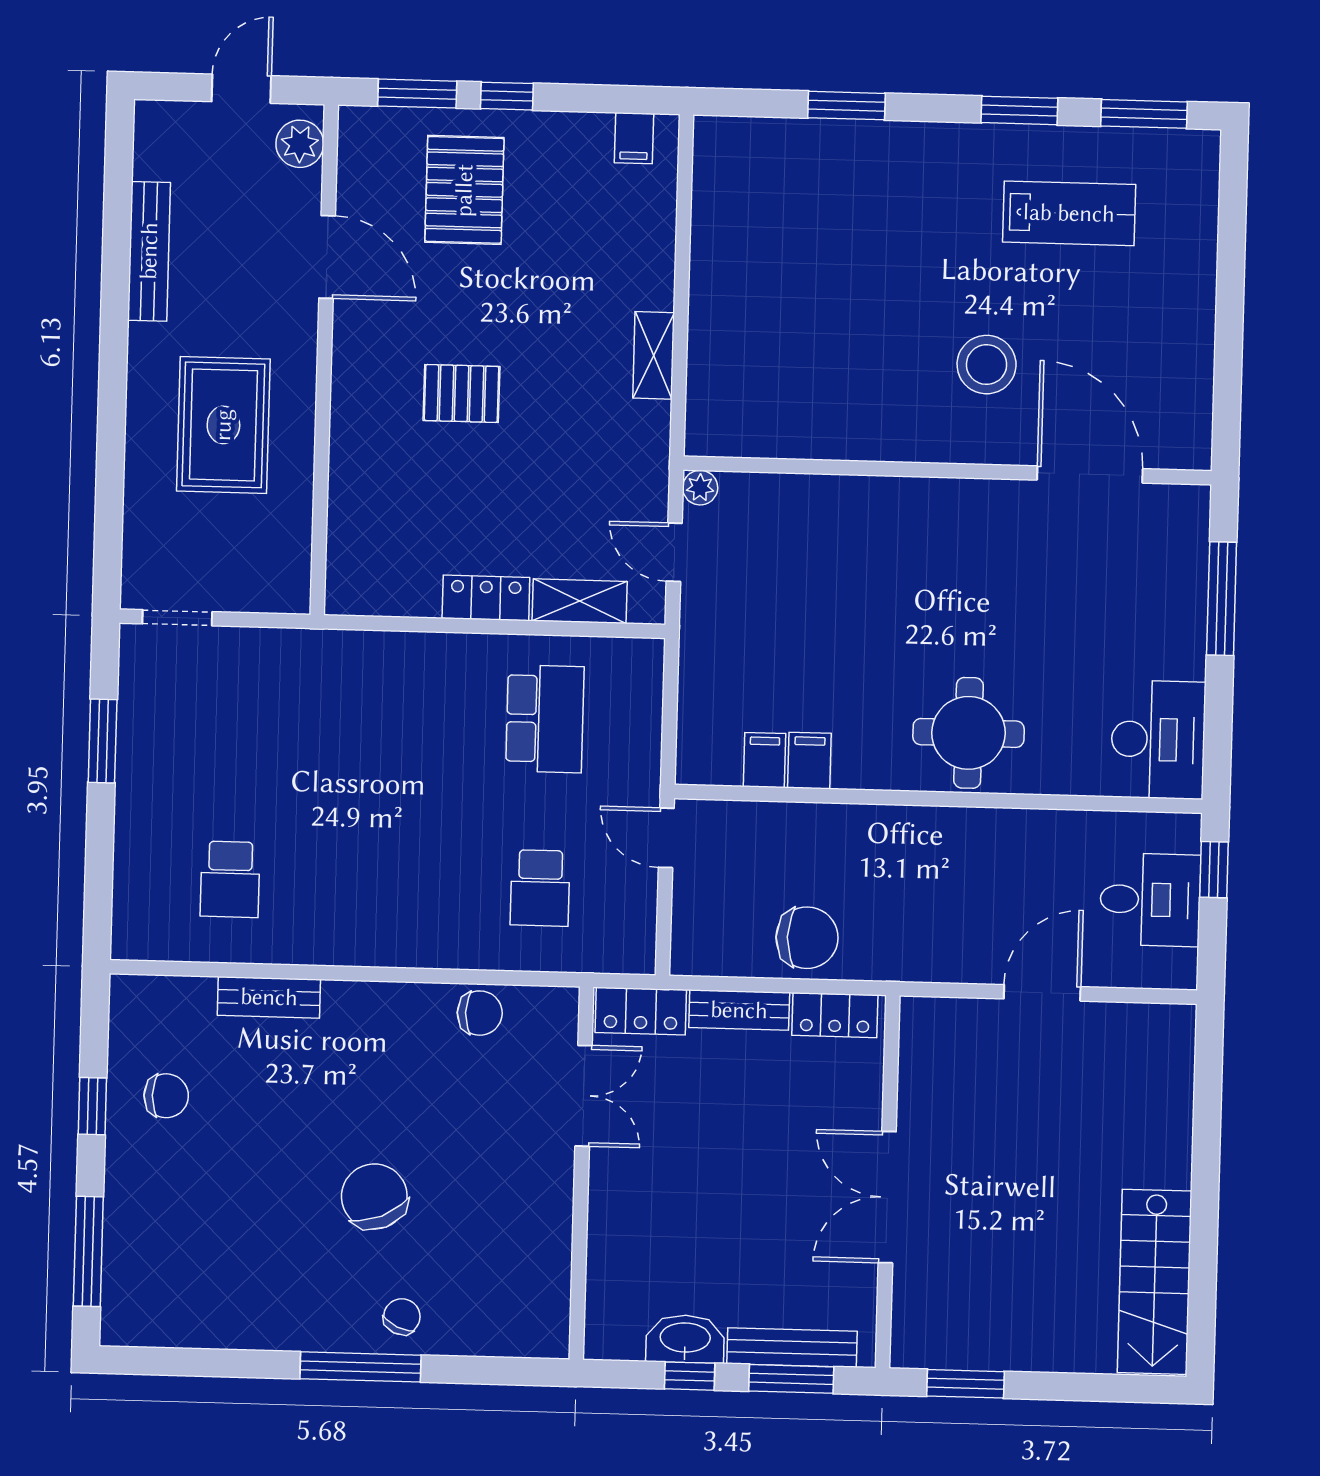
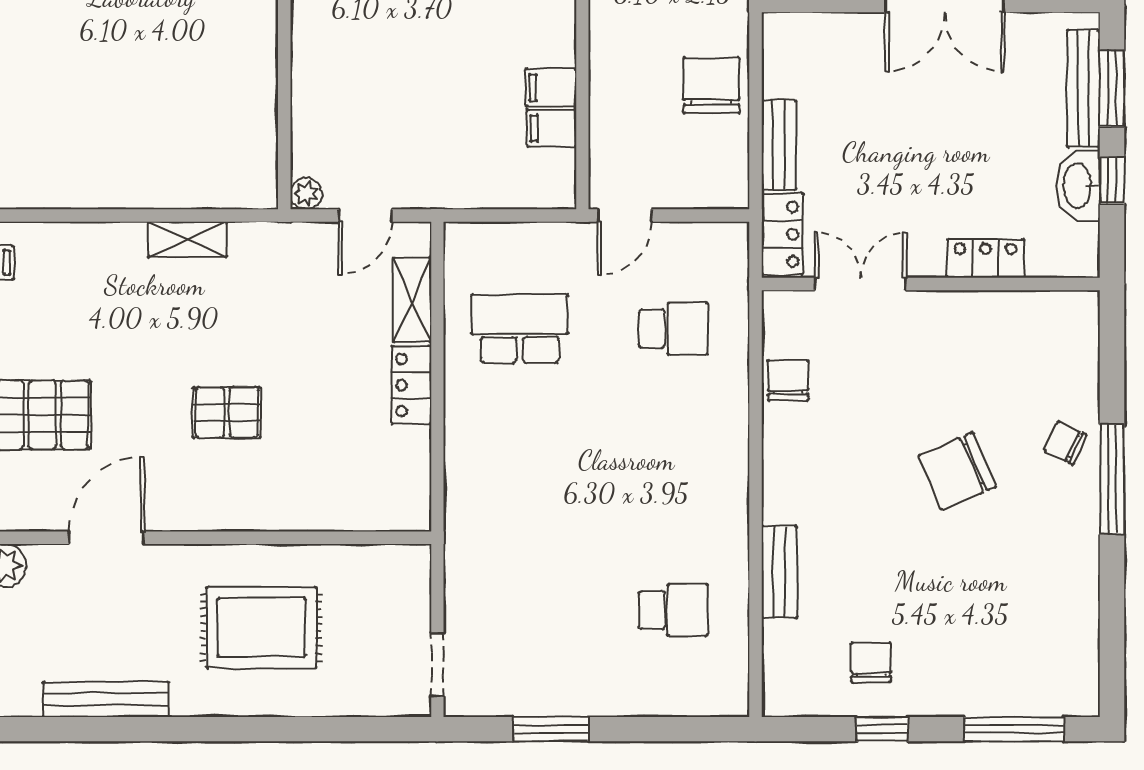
pallet: (461, 393) -> (227, 412), turned 90
locker: (835, 1015) -> (986, 258), moved, turned -90

